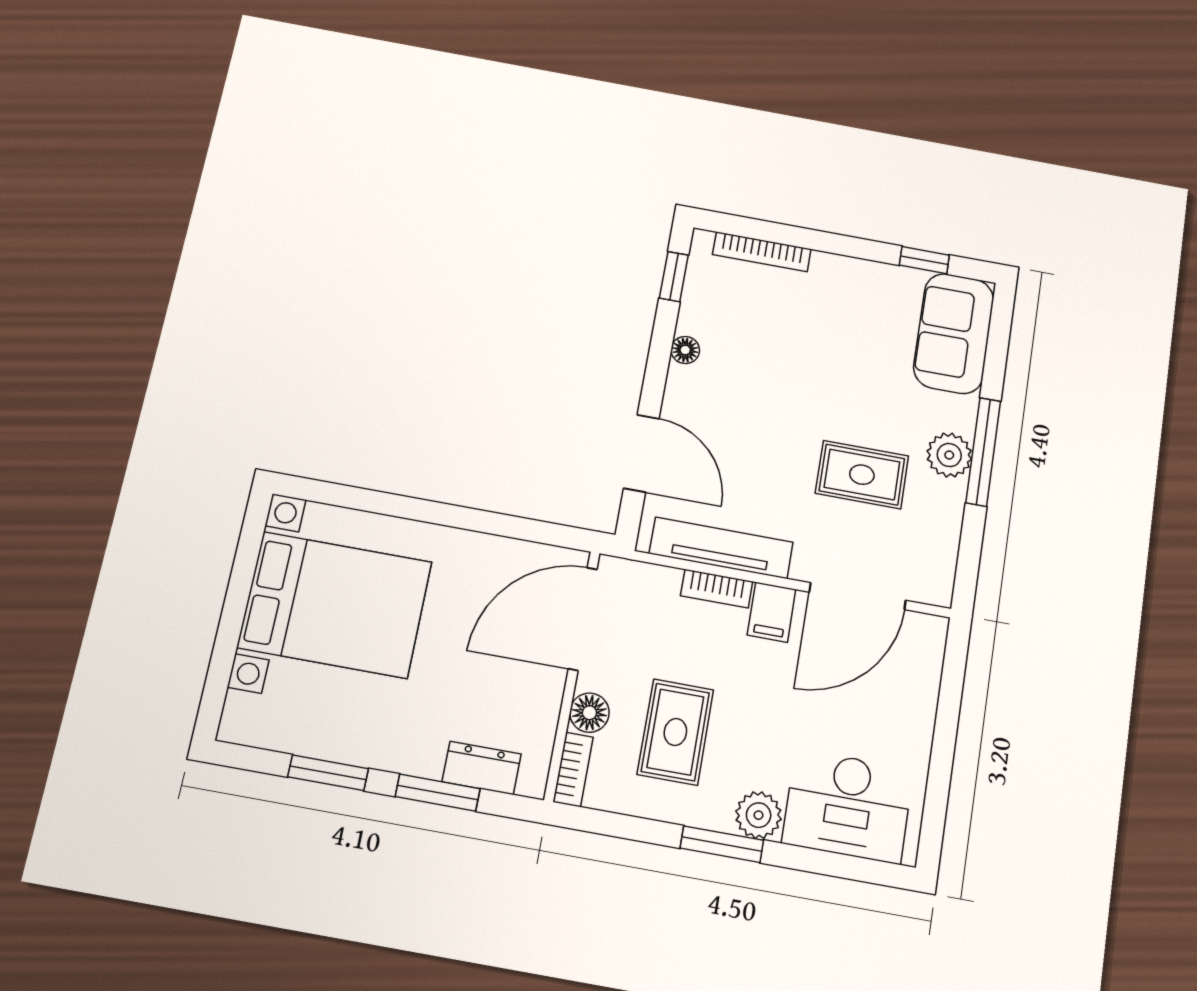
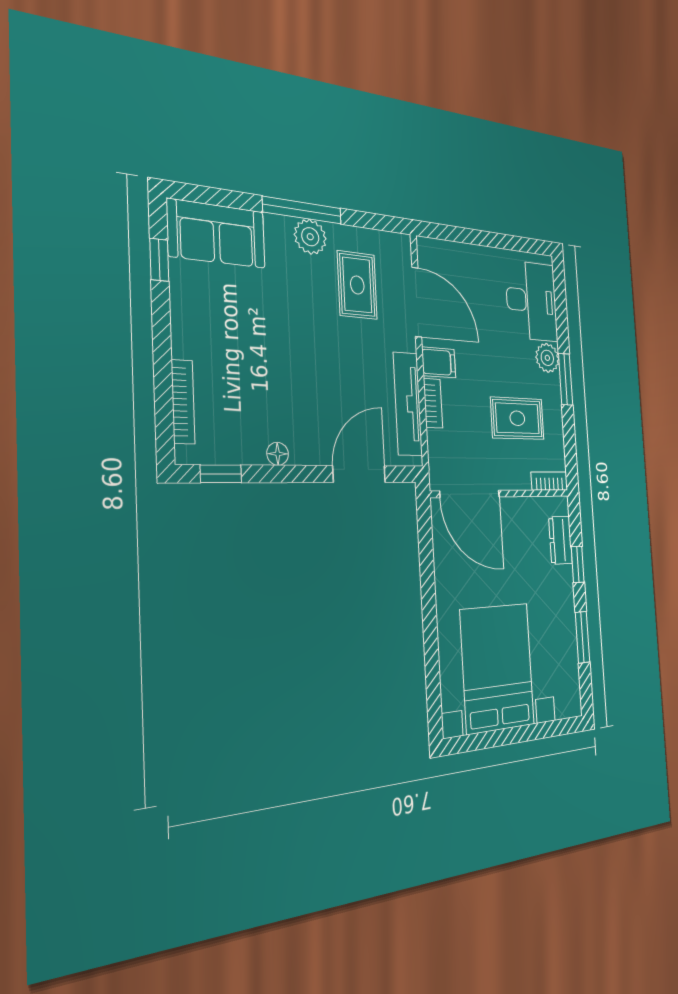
rug: (862, 475) -> (357, 285), moved
floor lamp: (589, 713) -> (519, 477), removed
window: (438, 793) -> (578, 564), width x0.67

